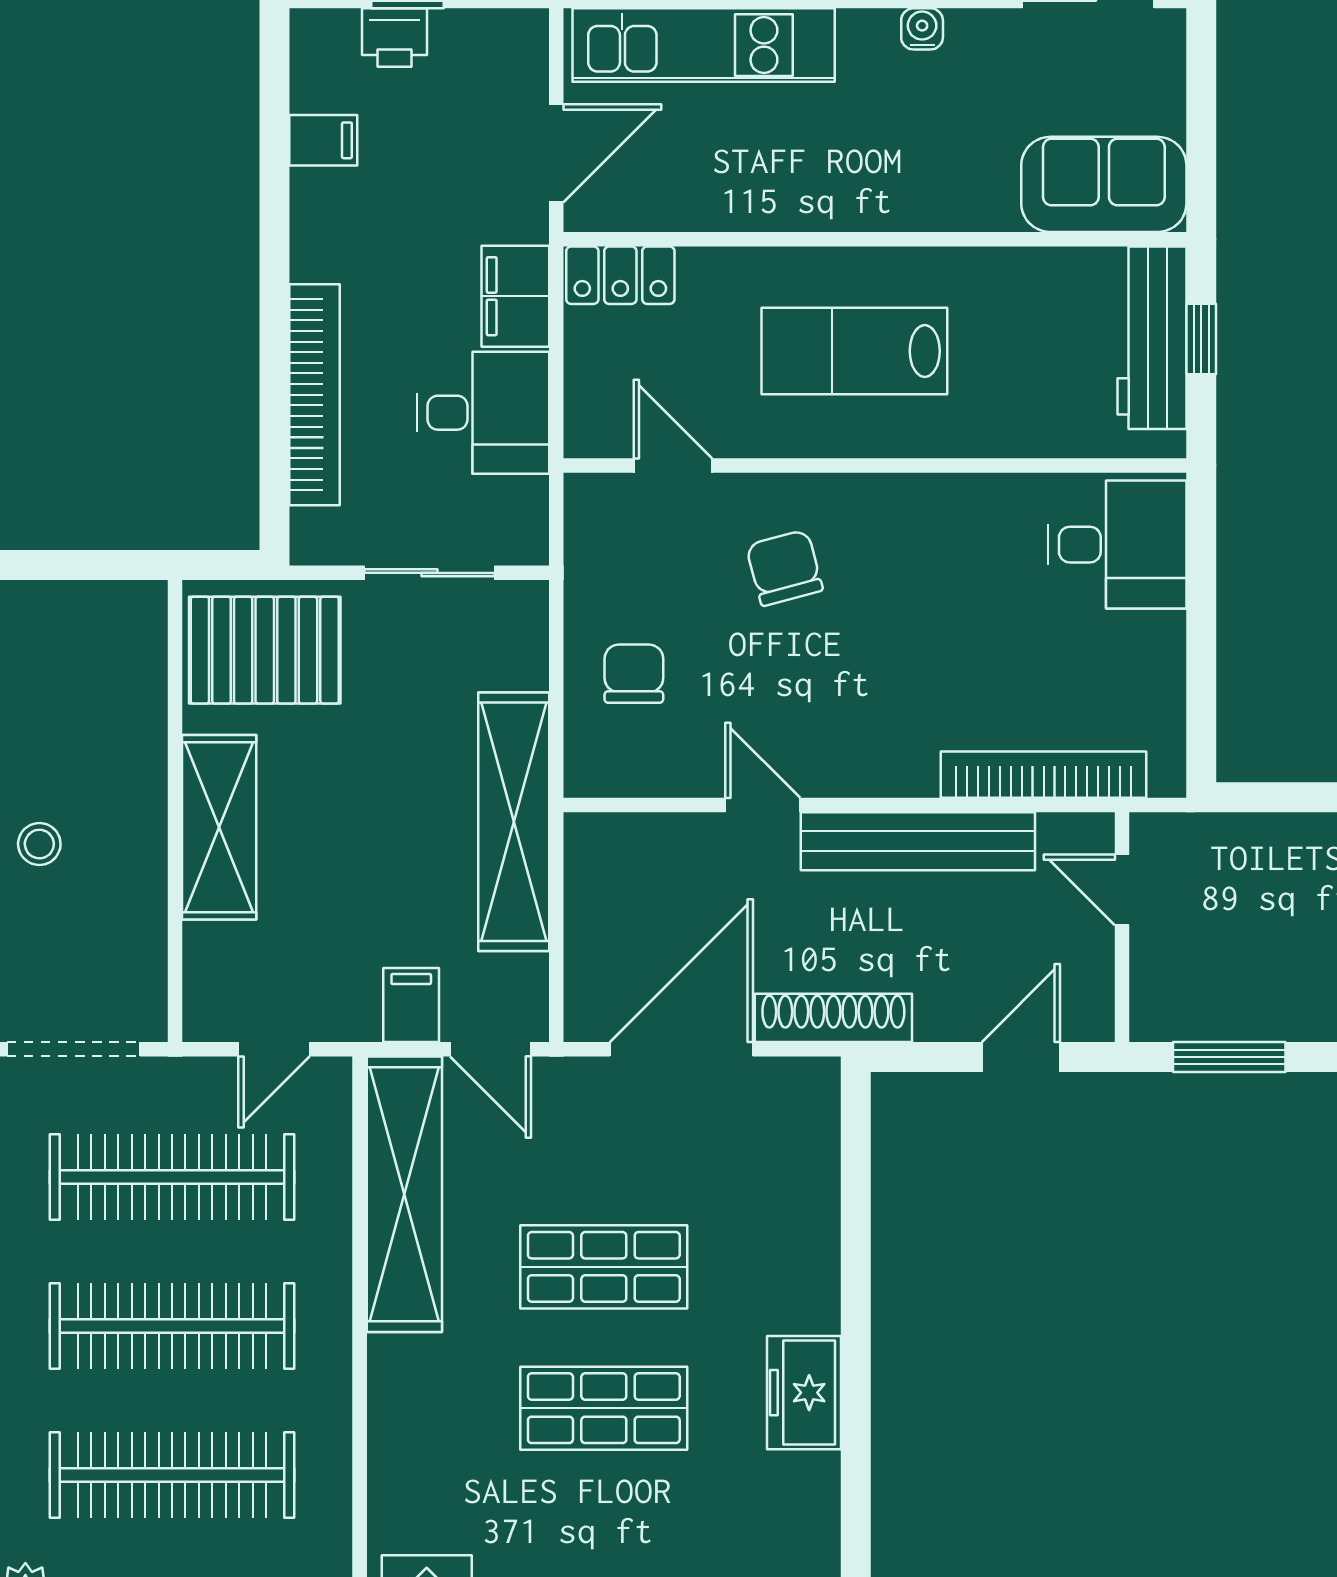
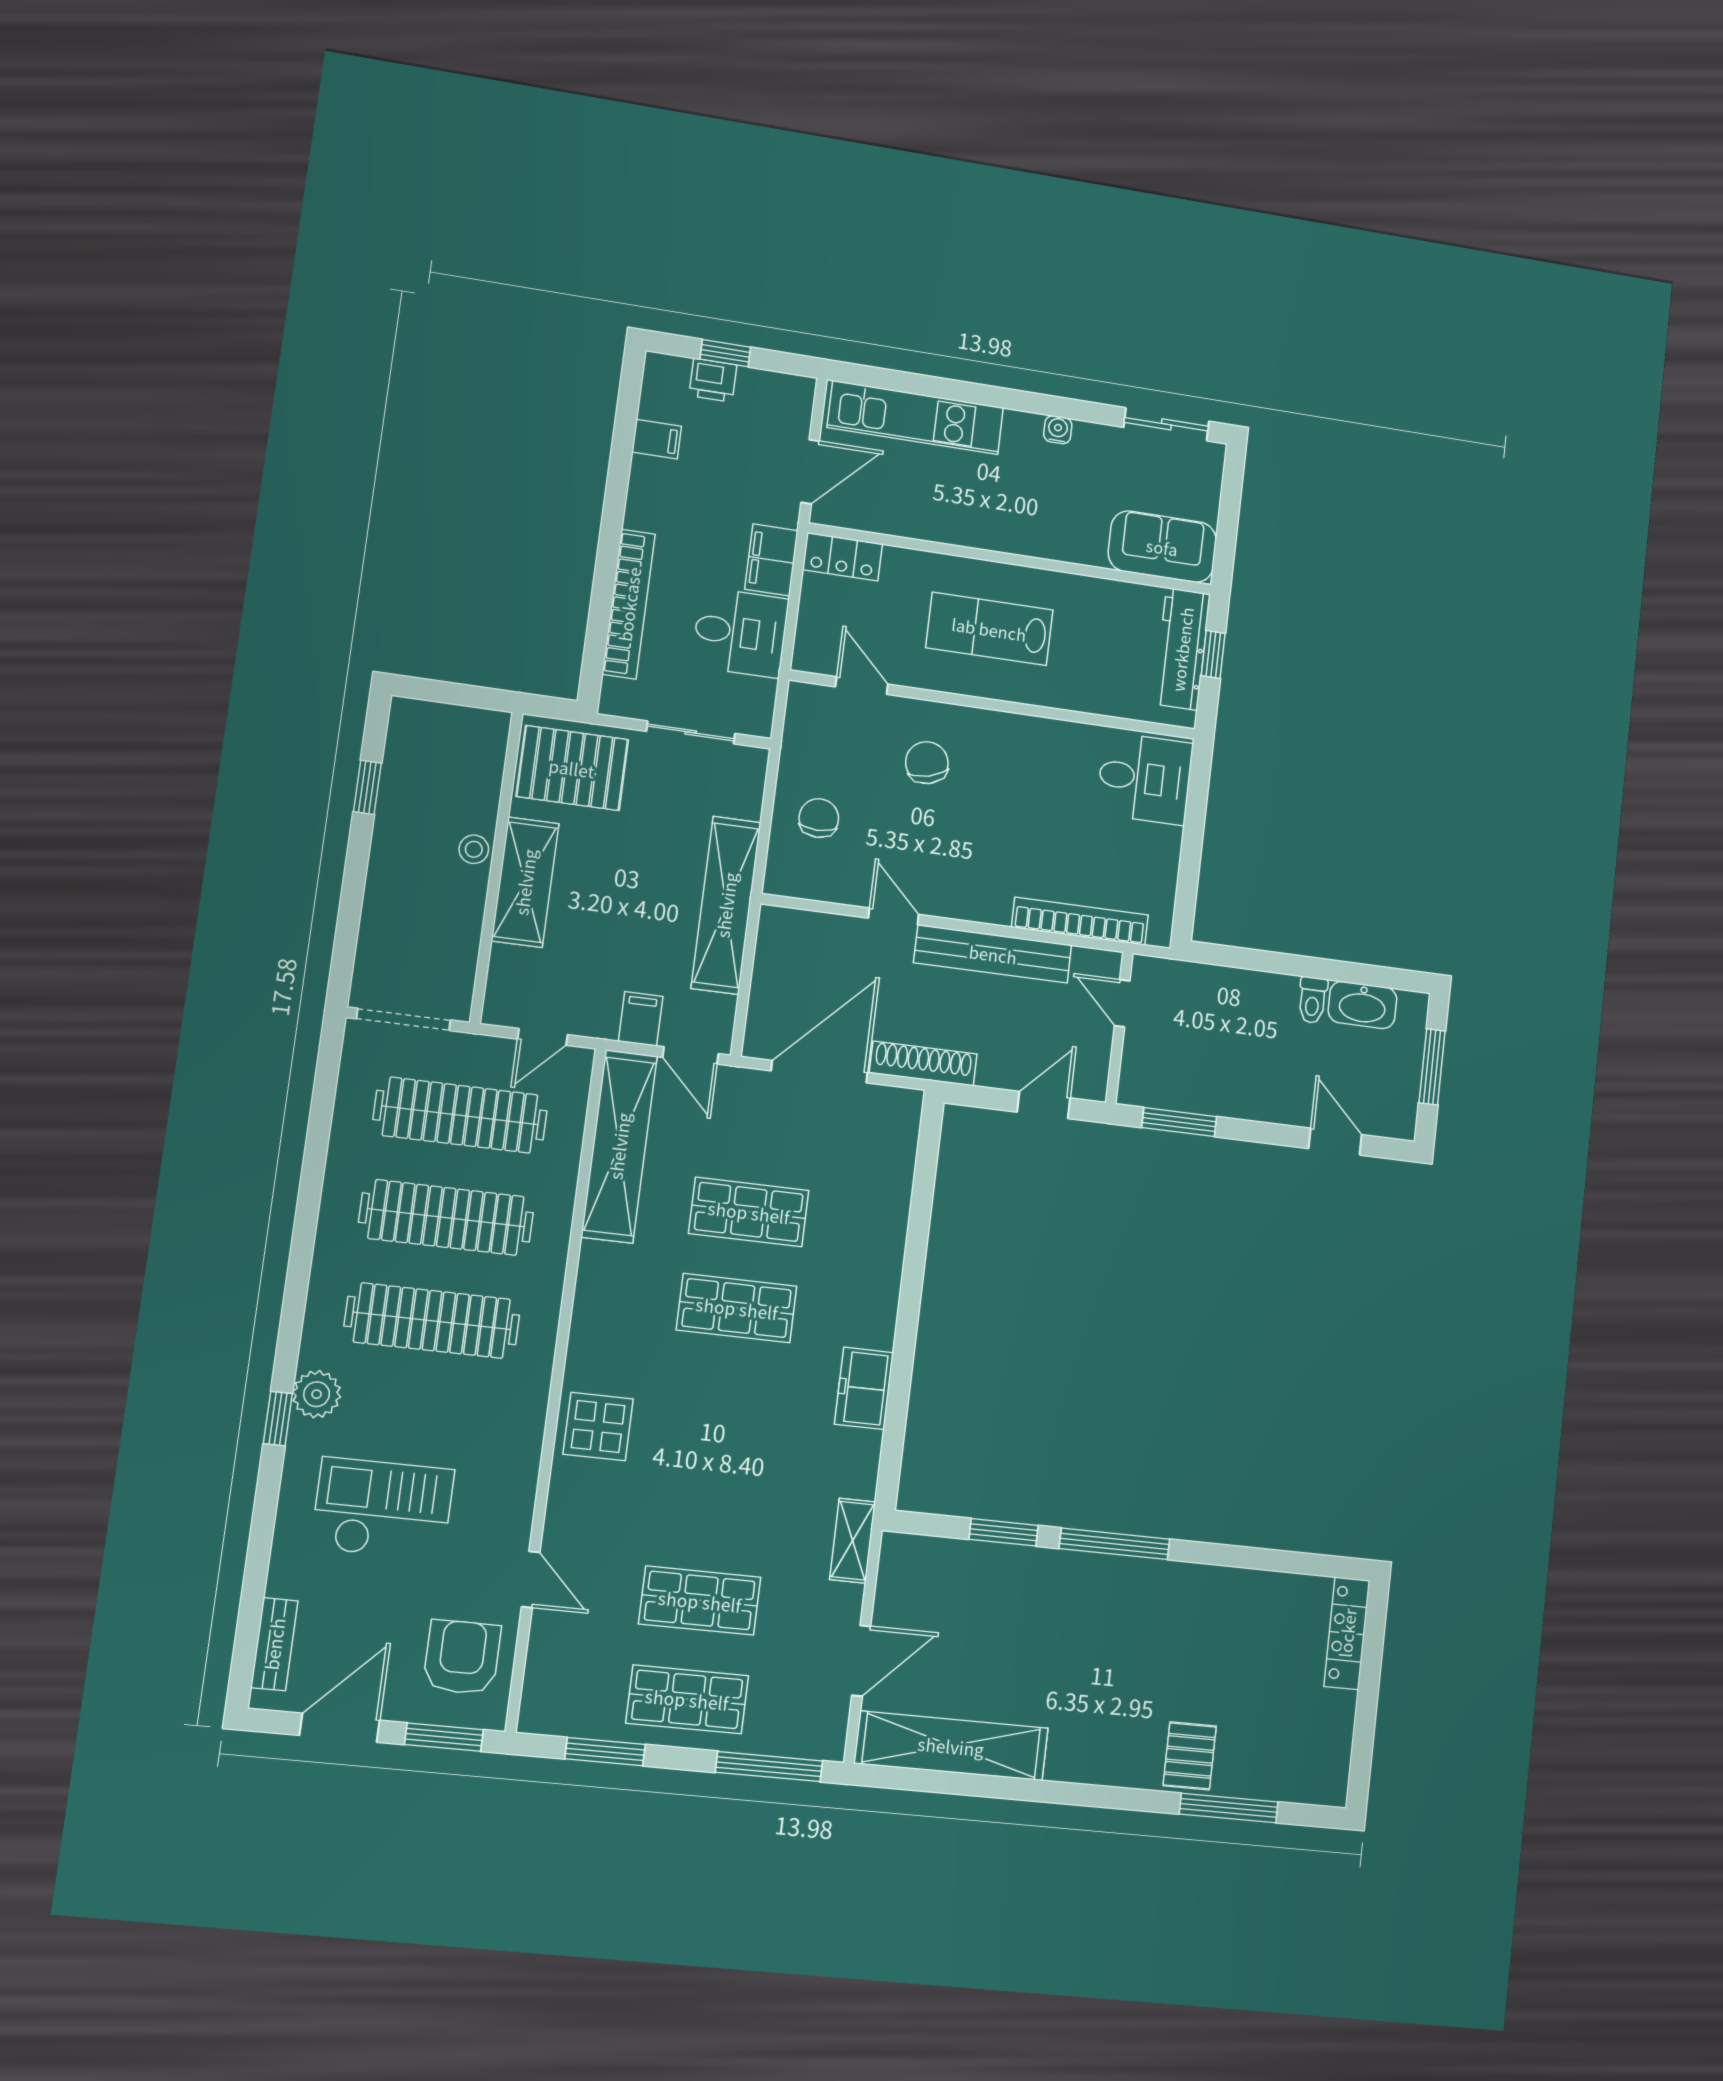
stool: (39, 844) -> (474, 849), moved
freezer: (804, 1393) -> (864, 1388), moved

